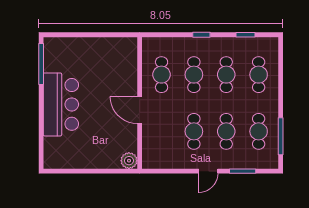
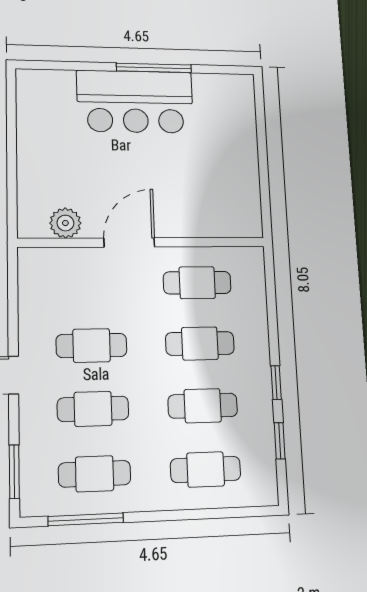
window: (201, 35) -> (276, 383), moved
window: (41, 64) -> (154, 68), moved
plant: (129, 161) -> (65, 223), moved
window: (243, 171) -> (14, 472), moved

